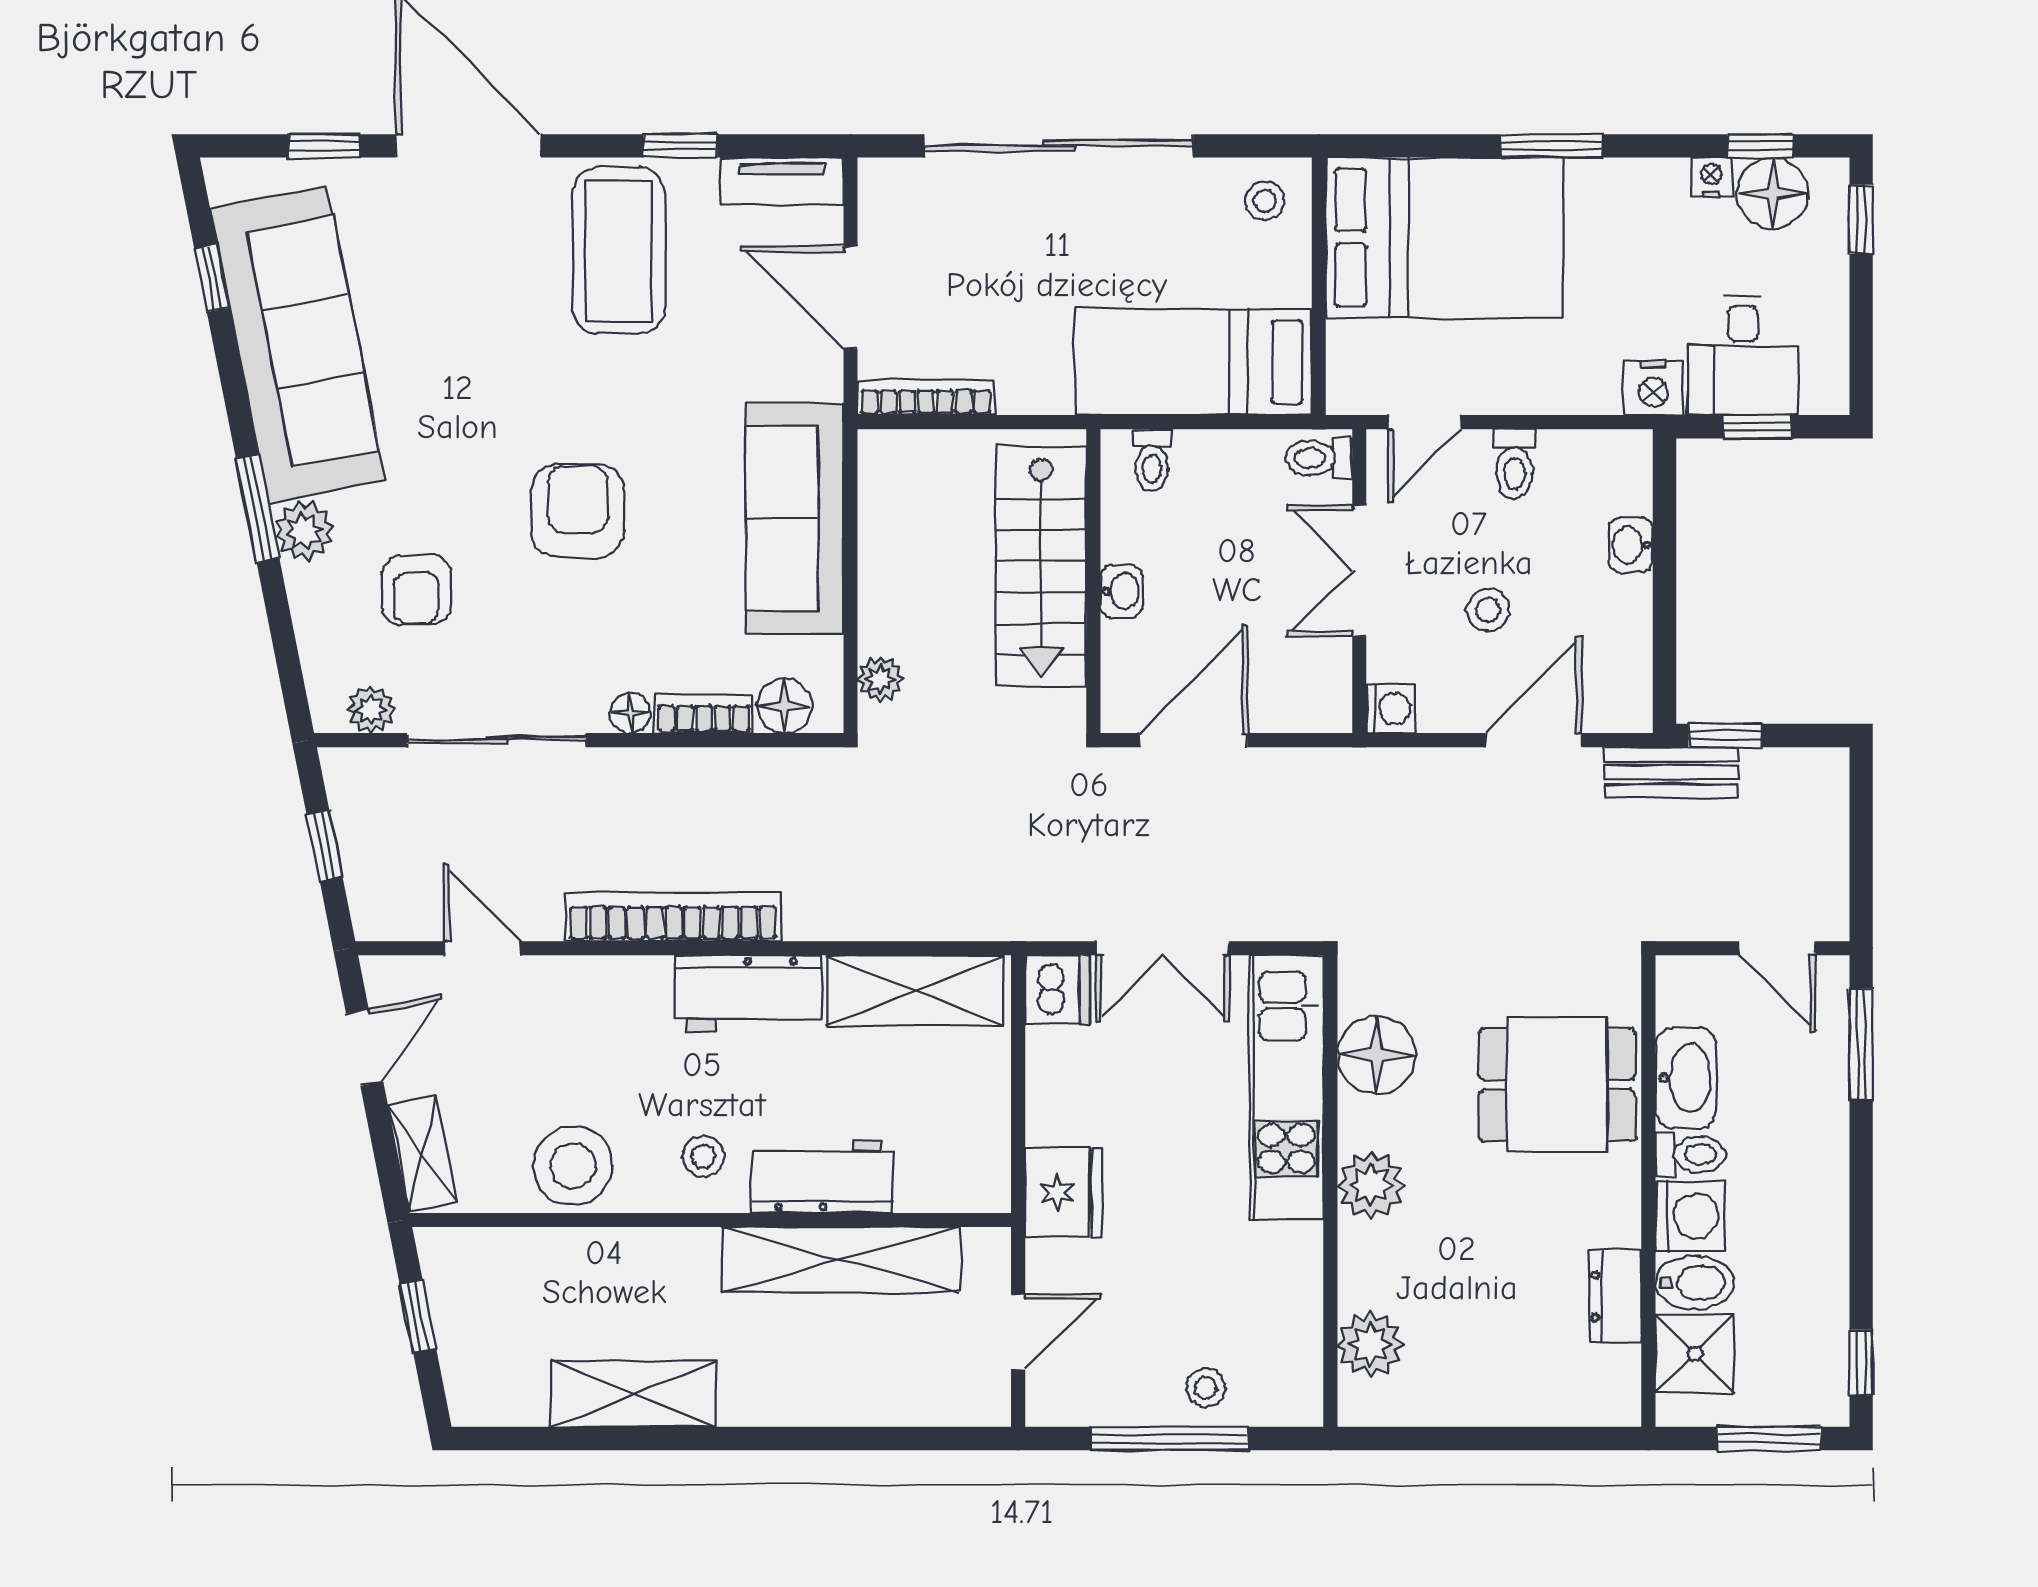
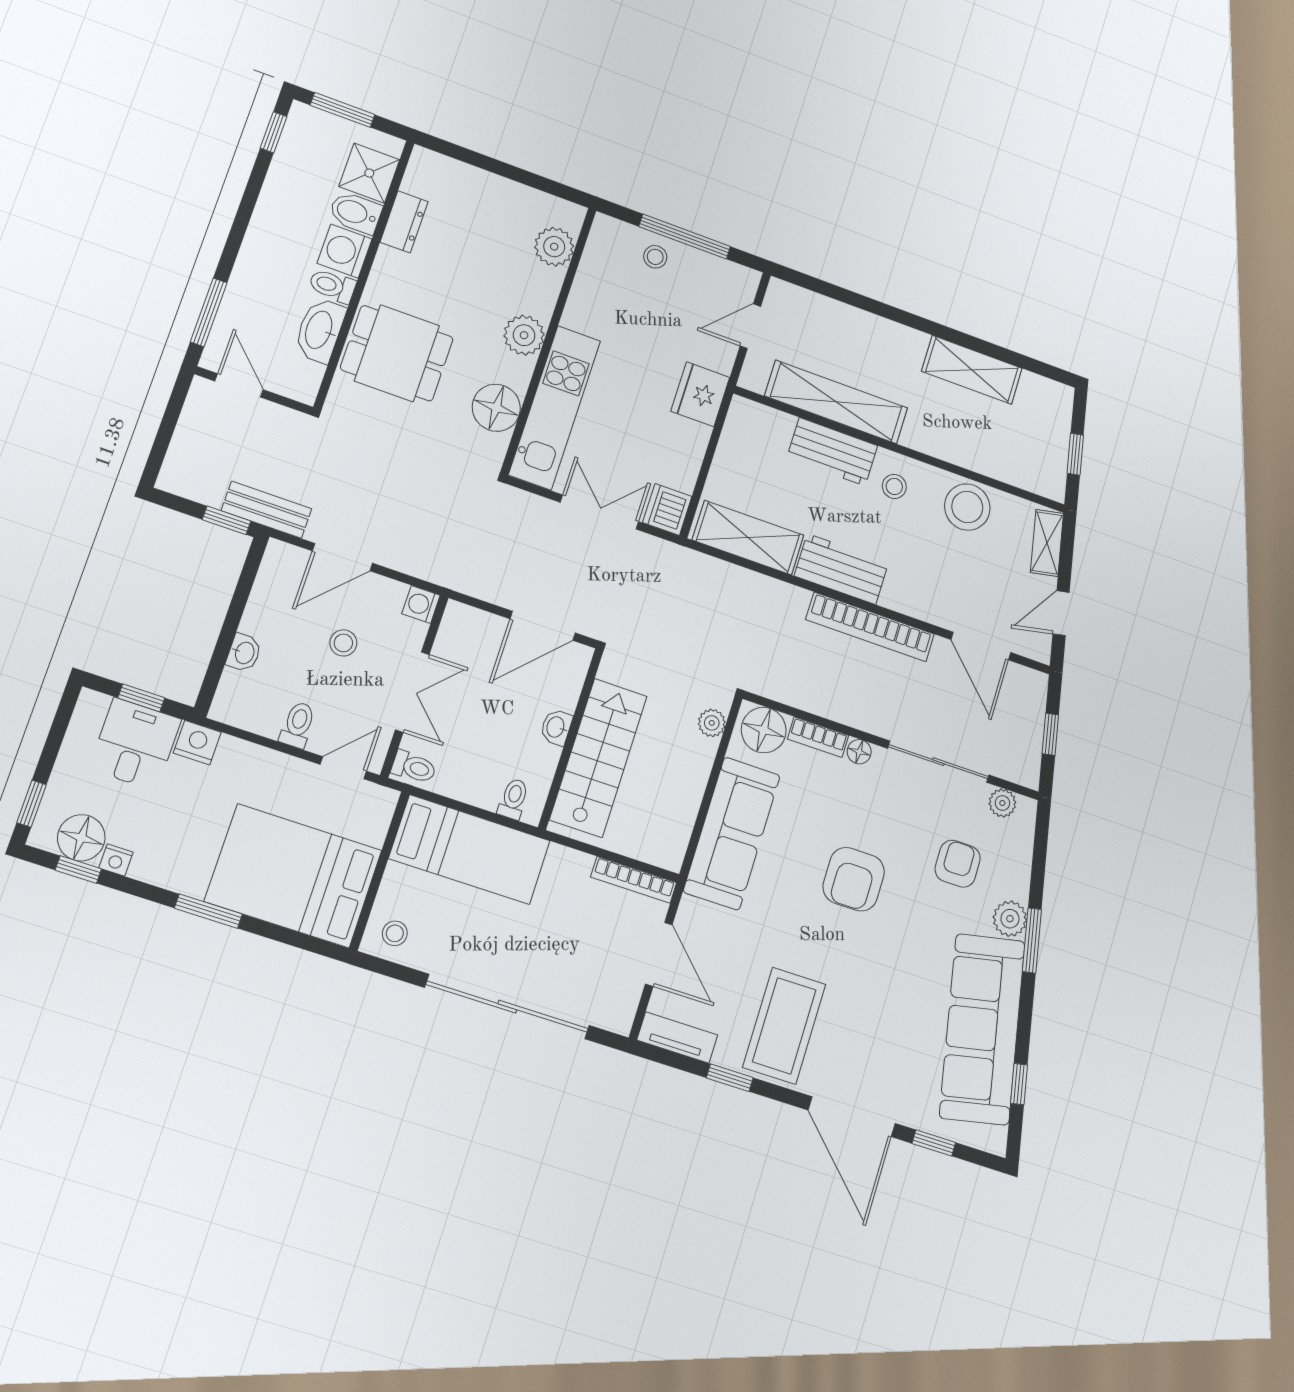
floor lamp: (784, 706) -> (764, 730), width x1.38, depth x1.38
door: (482, 948) -> (981, 646), width x1.37

